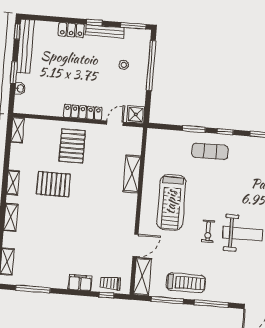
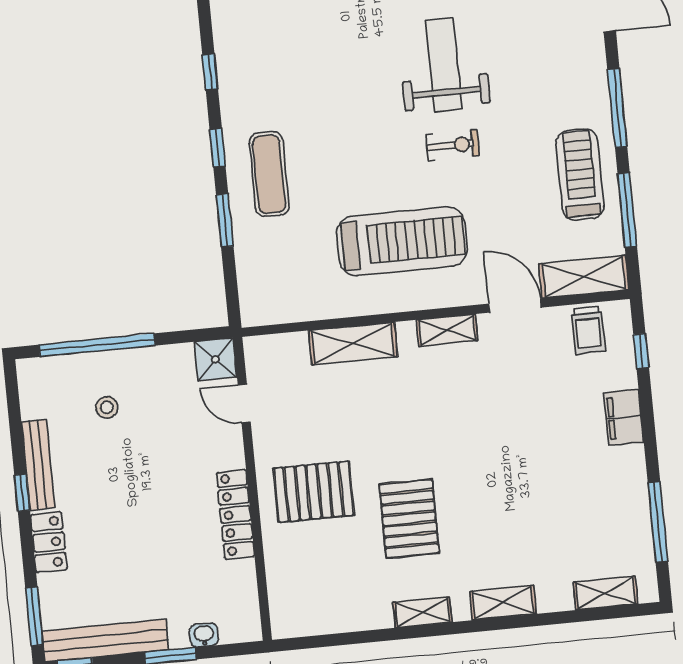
window: (133, 26) -> (34, 617), moved
locker: (83, 112) -> (235, 514), moved
shelving: (17, 130) -> (447, 330), moved
trolley: (110, 283) -> (588, 330), moved

